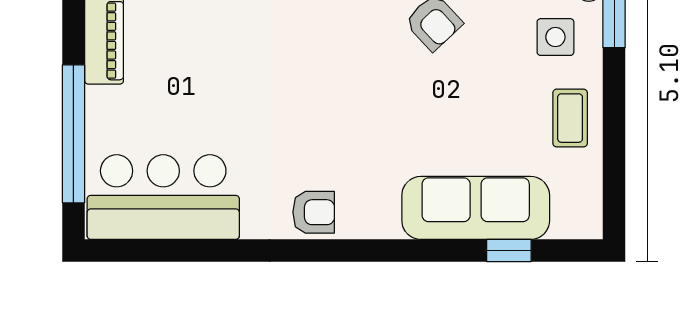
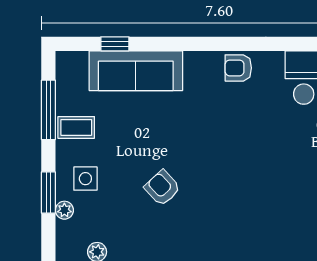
coffee table: (570, 118) -> (76, 127), turned 90
window: (614, 146) -> (48, 110), added

